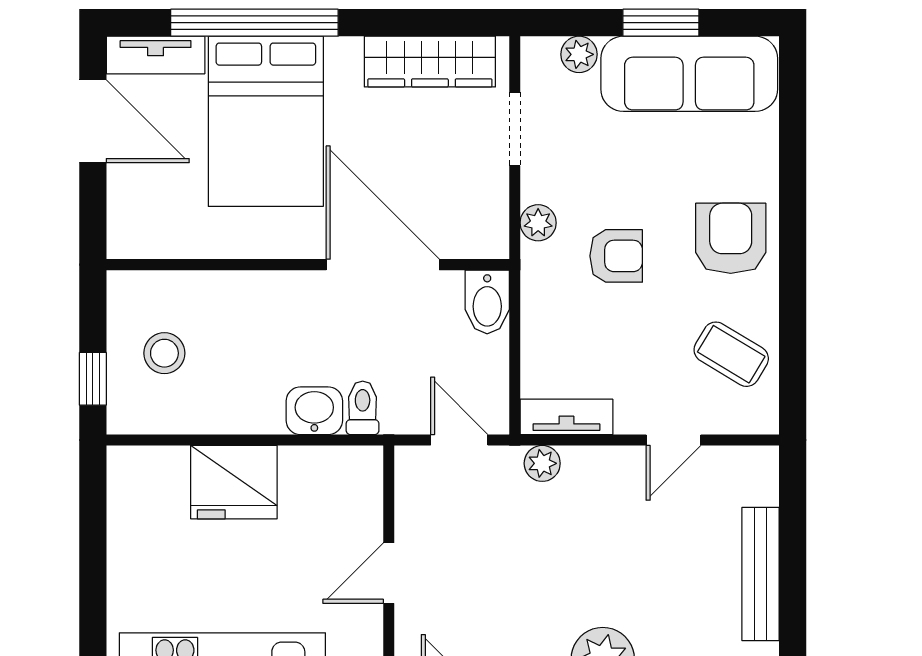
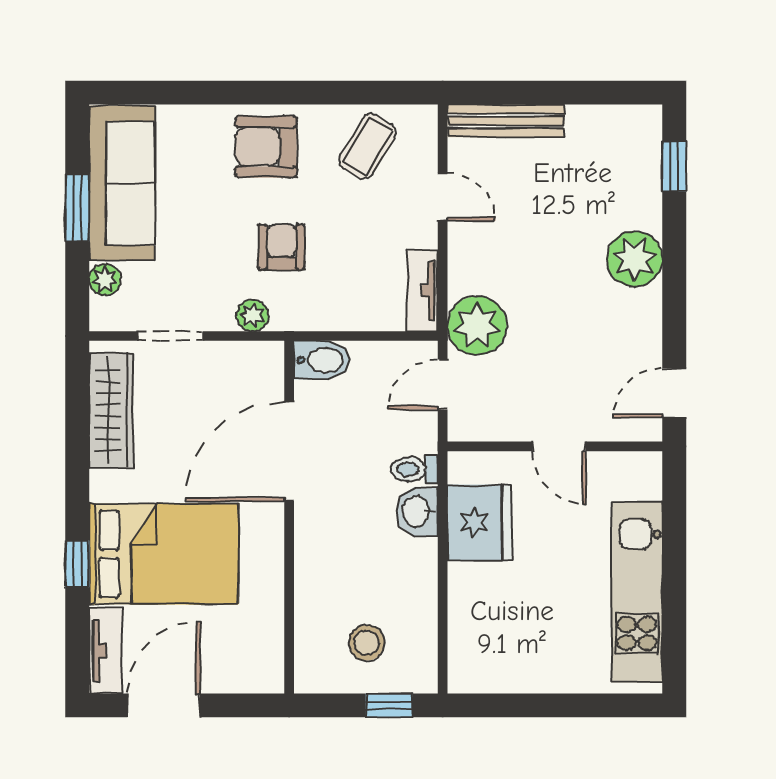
window: (254, 23) -> (77, 564), width x0.32
plant: (542, 463) -> (477, 326), width x1.87, depth x1.87
fridge: (234, 482) -> (480, 522), moved
bench: (760, 574) -> (506, 121), moved

